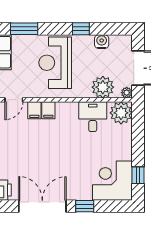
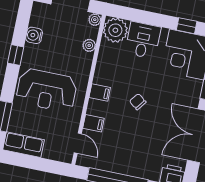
plant: (103, 87) -> (89, 45), width x0.53, depth x0.53
filing cabinet: (48, 110) -> (100, 92), moved
desk: (93, 117) -> (143, 40), moved, turned 90
chair: (62, 146) -> (138, 102), added

